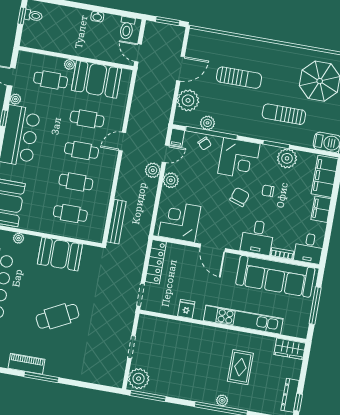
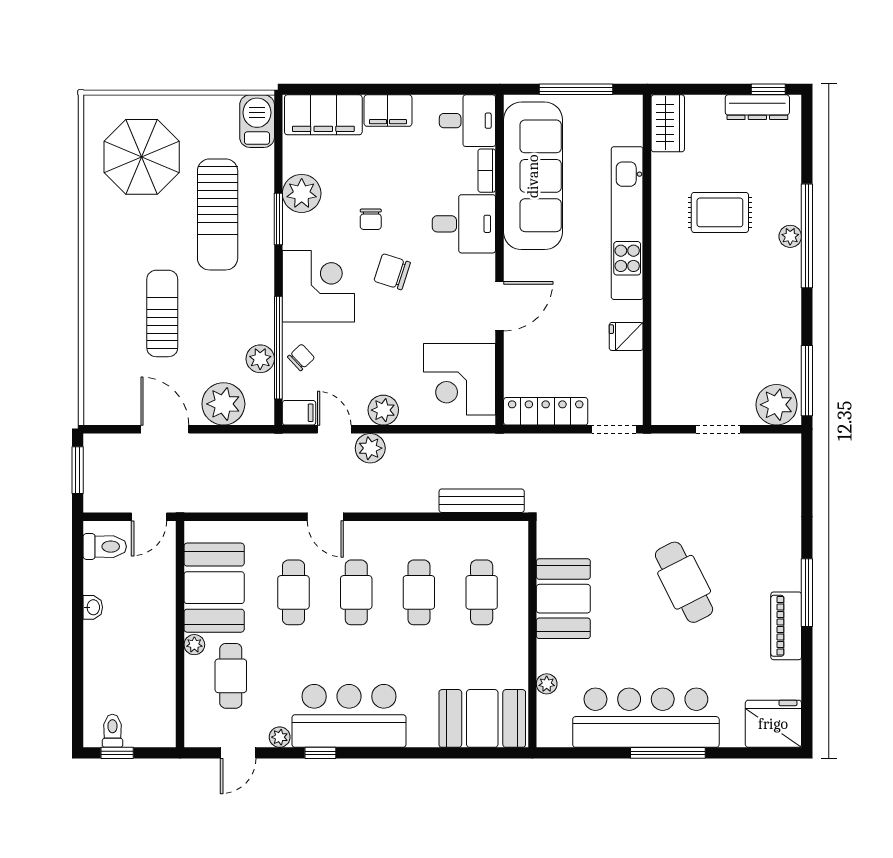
sun lounger: (284, 114) -> (218, 214), width x1.36, depth x1.34

